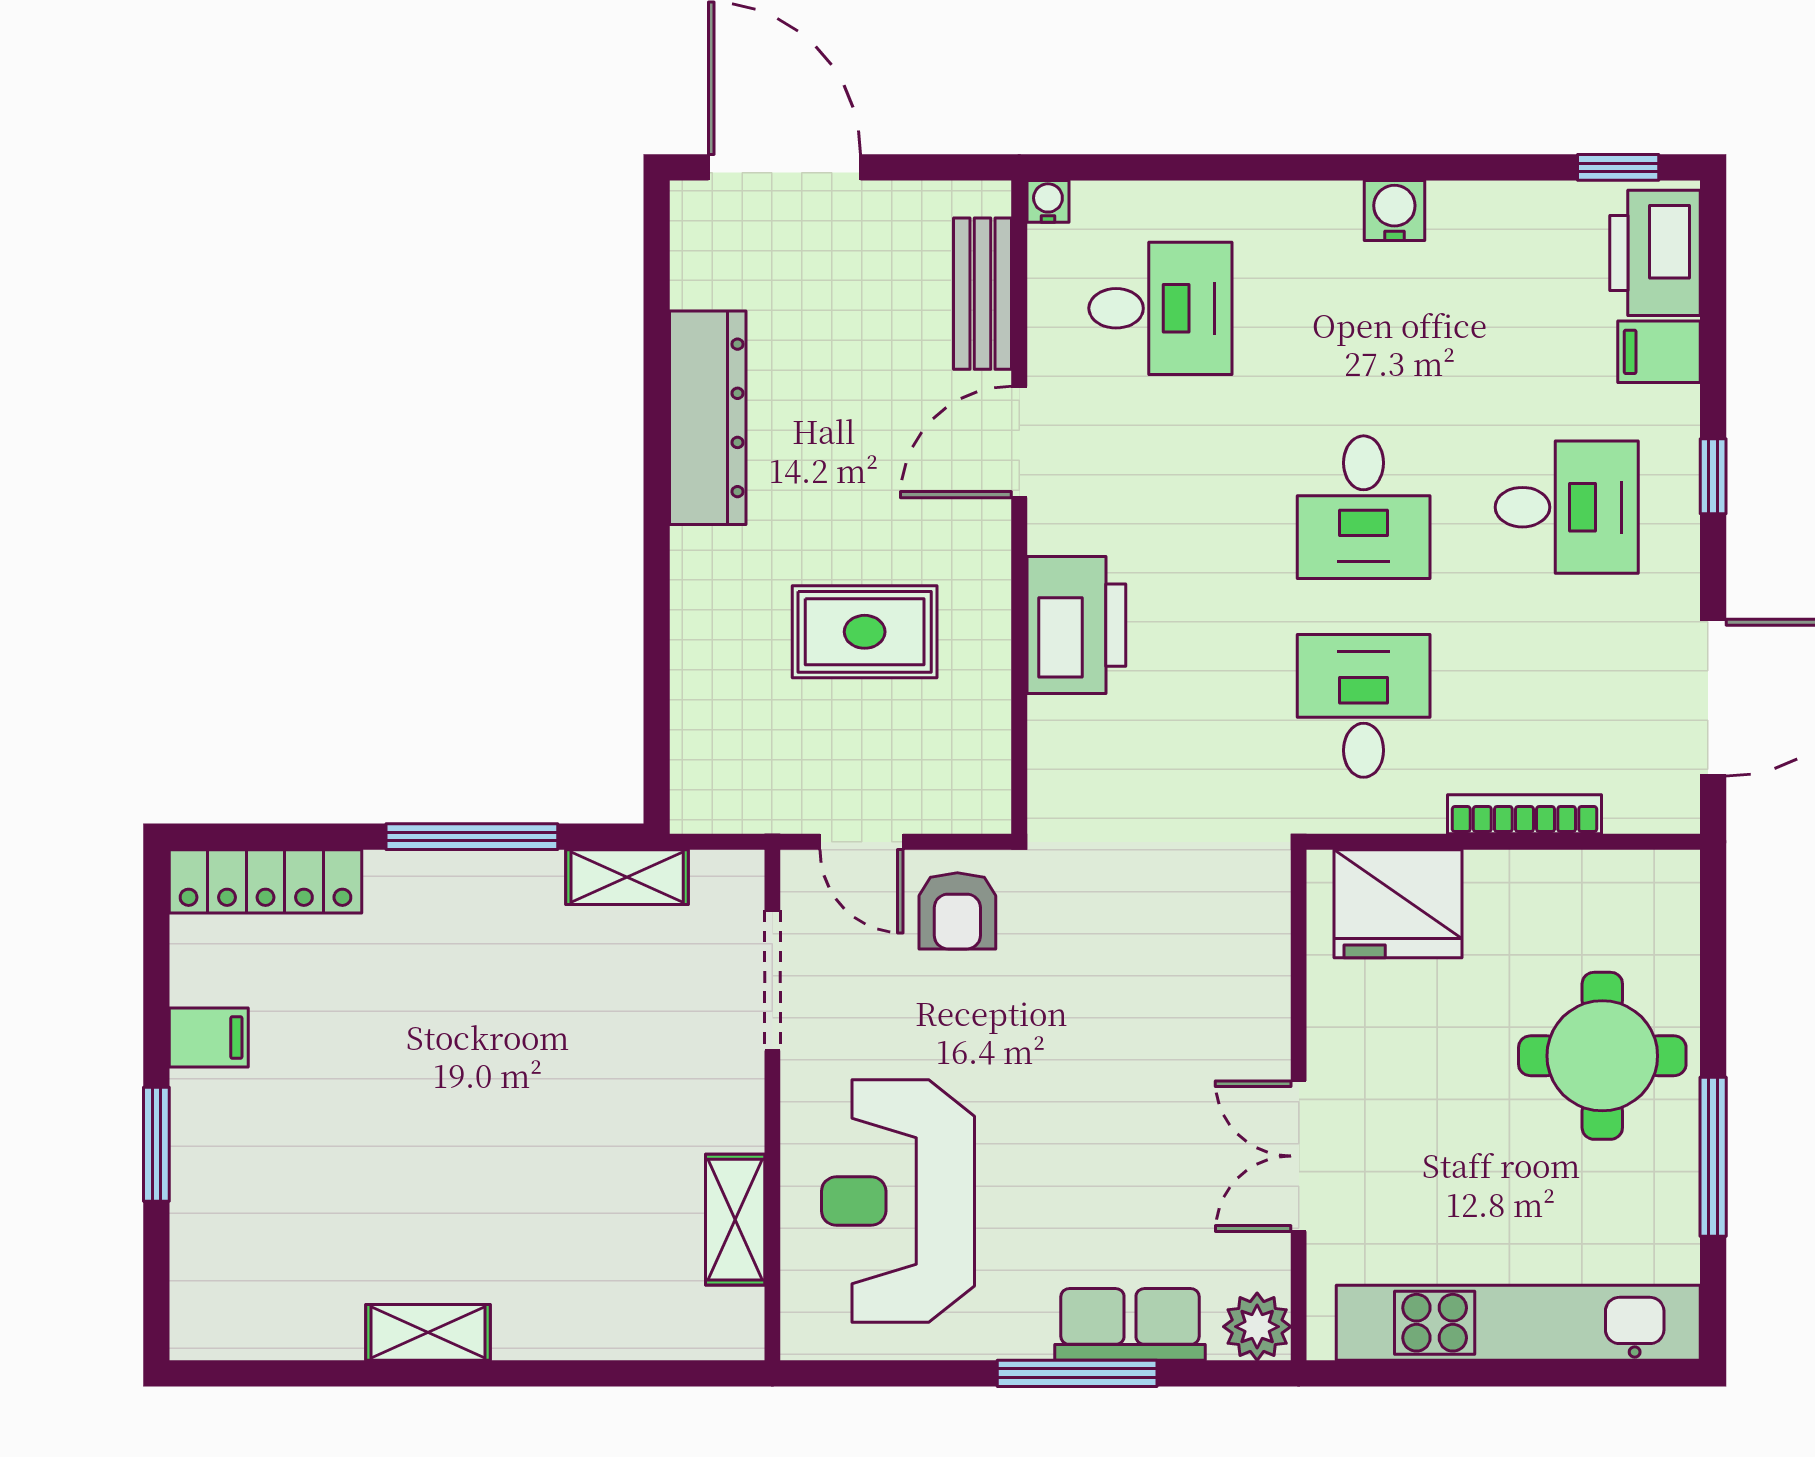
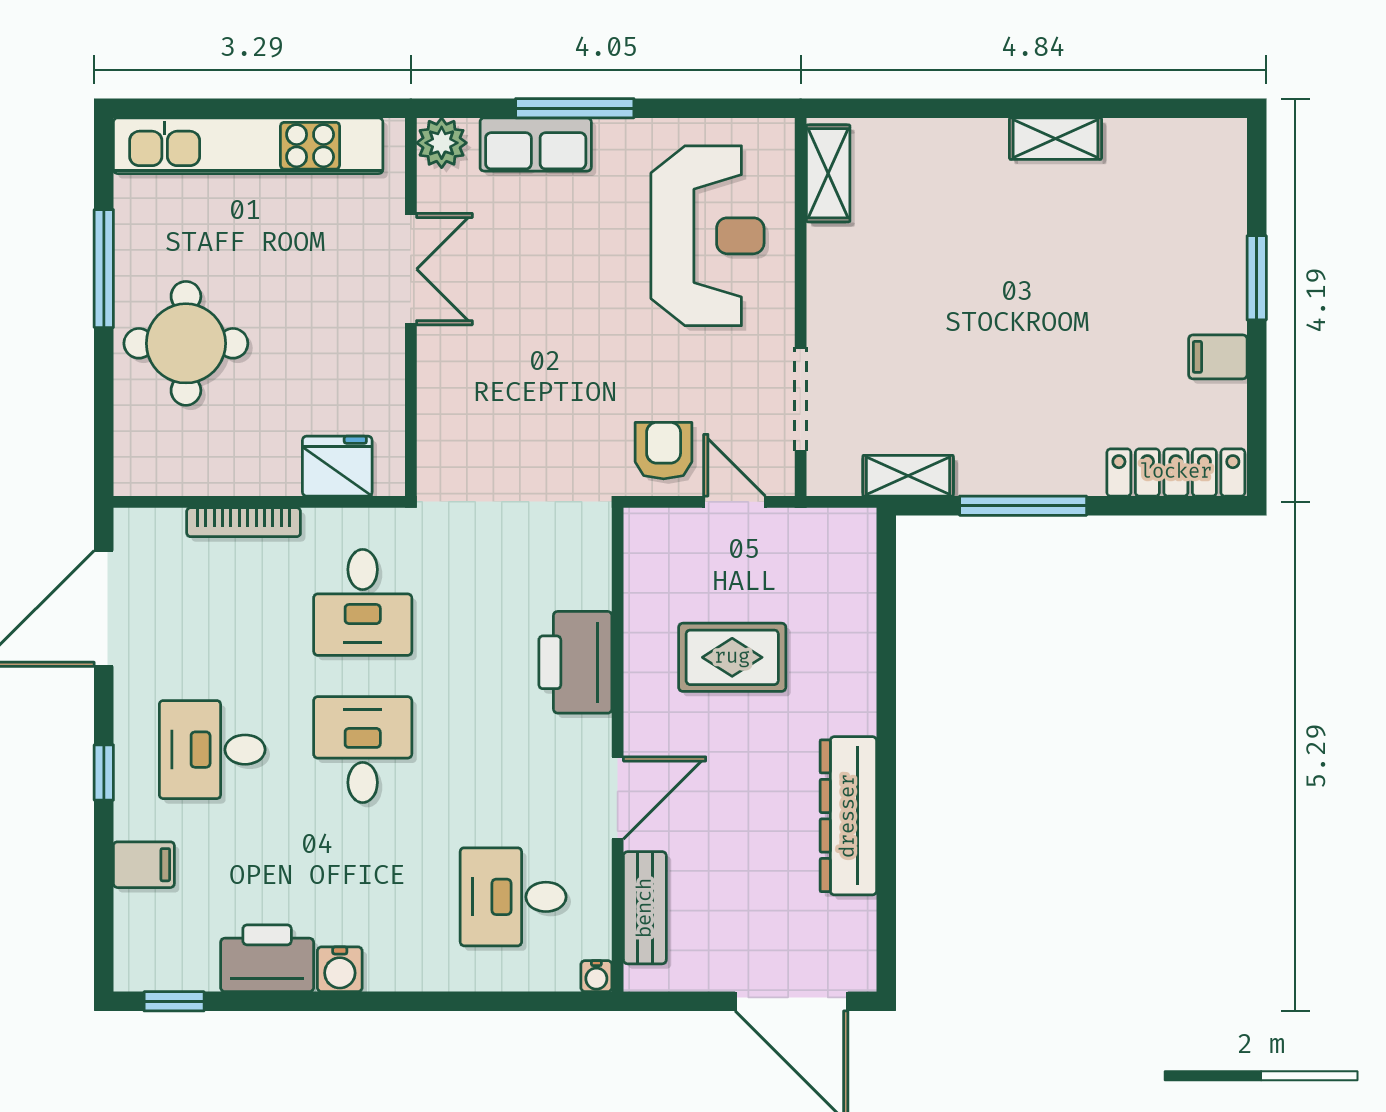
printer: (1655, 253) -> (267, 958), moved, turned -90
fridge: (1398, 904) -> (337, 466), width x0.73, depth x0.75
shelving: (735, 1220) -> (828, 173), moved

